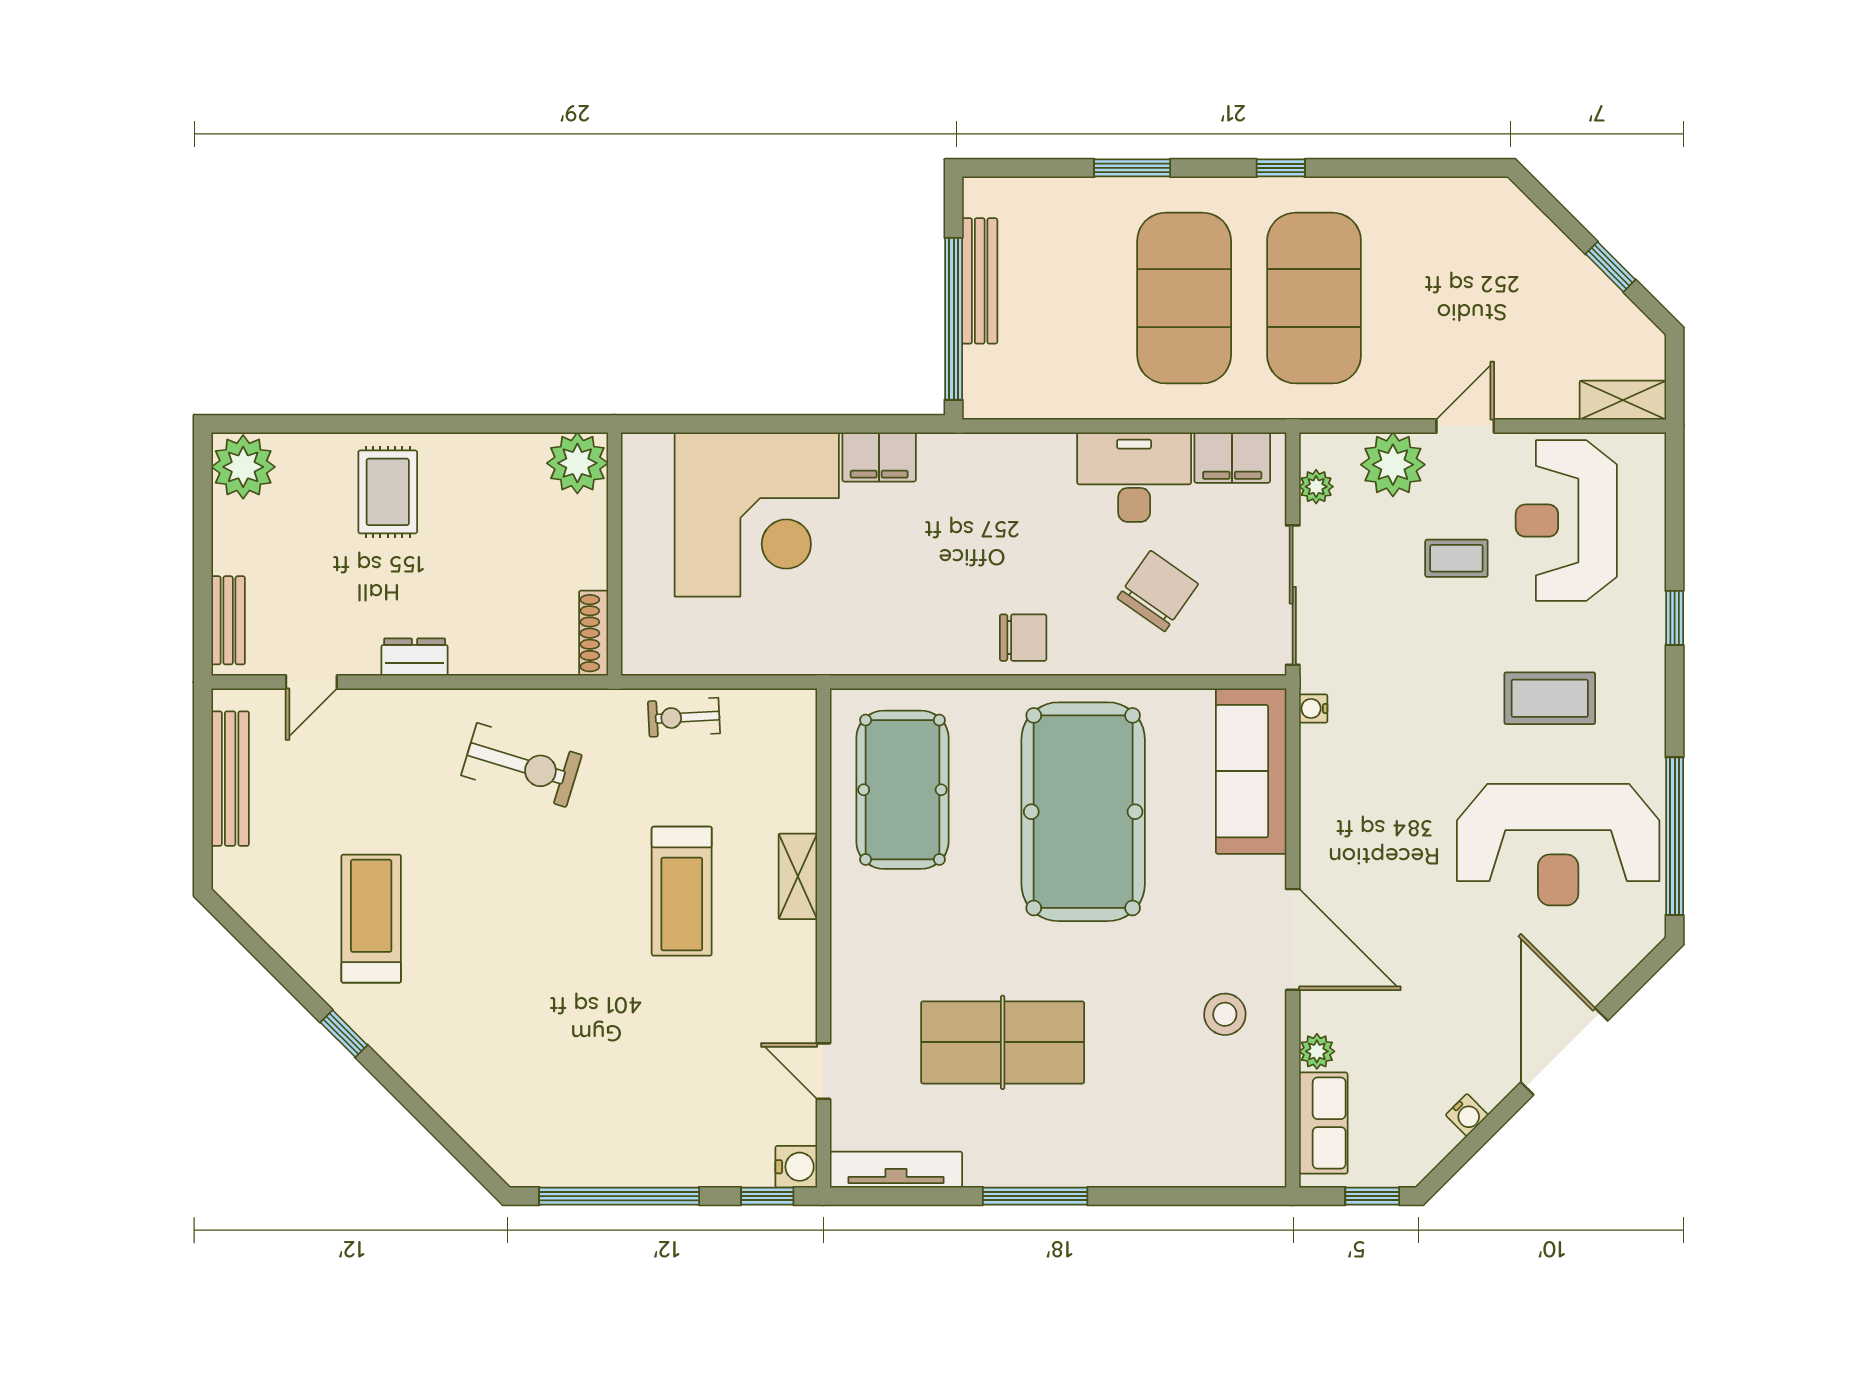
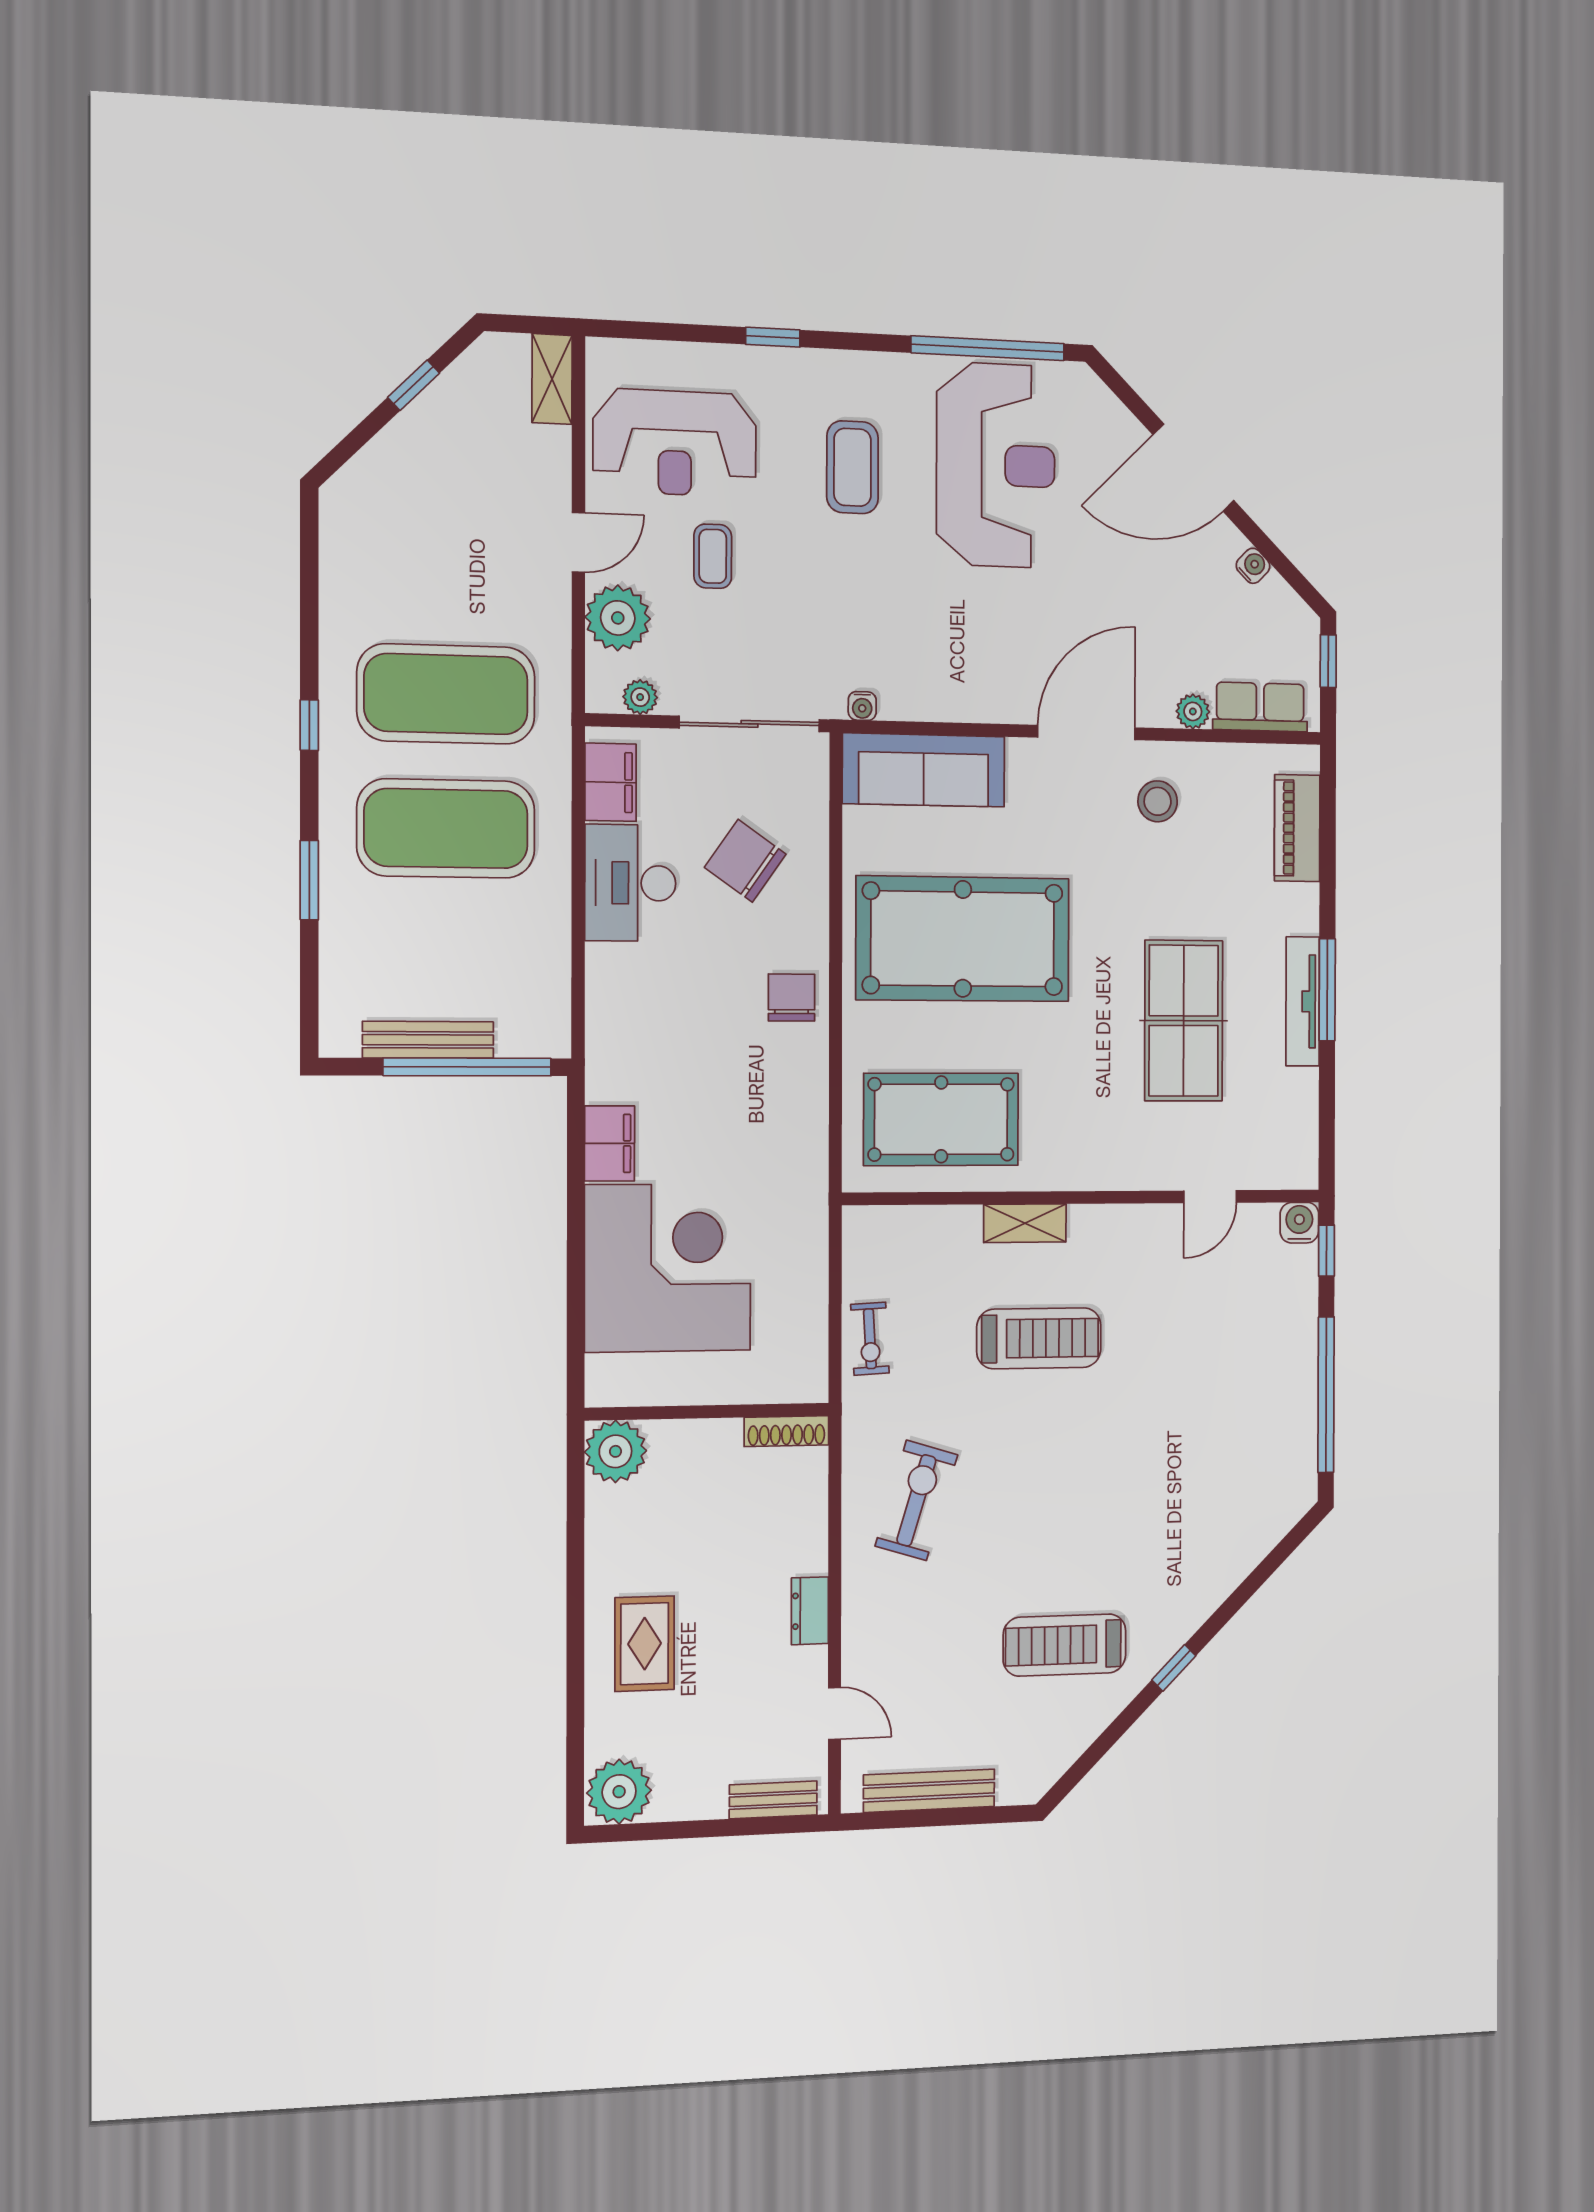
door: (1465, 426) -> (578, 542), swing flipped
rug: (388, 492) -> (645, 1644), turned 90
piano: (1200, 1163) -> (1297, 828), added
tv unit: (896, 1170) -> (1303, 1001), moved

